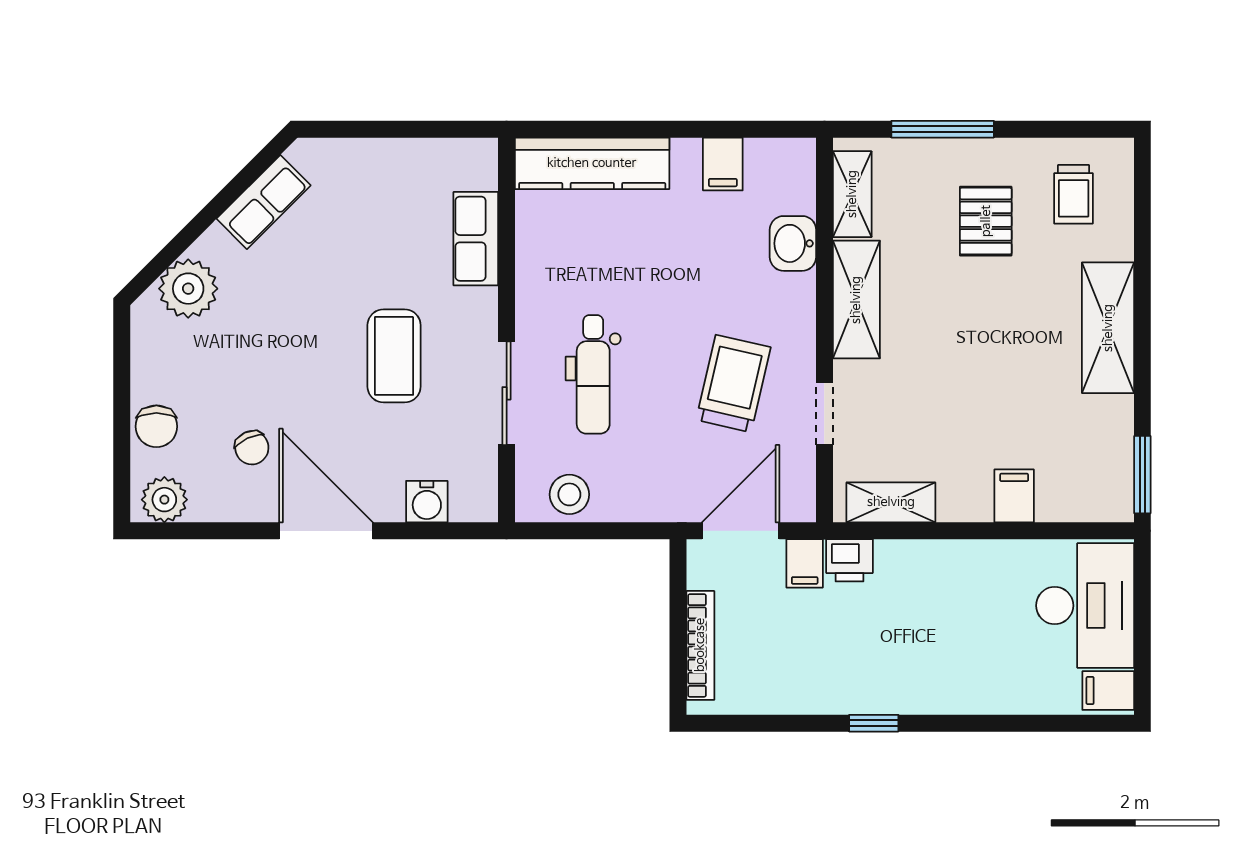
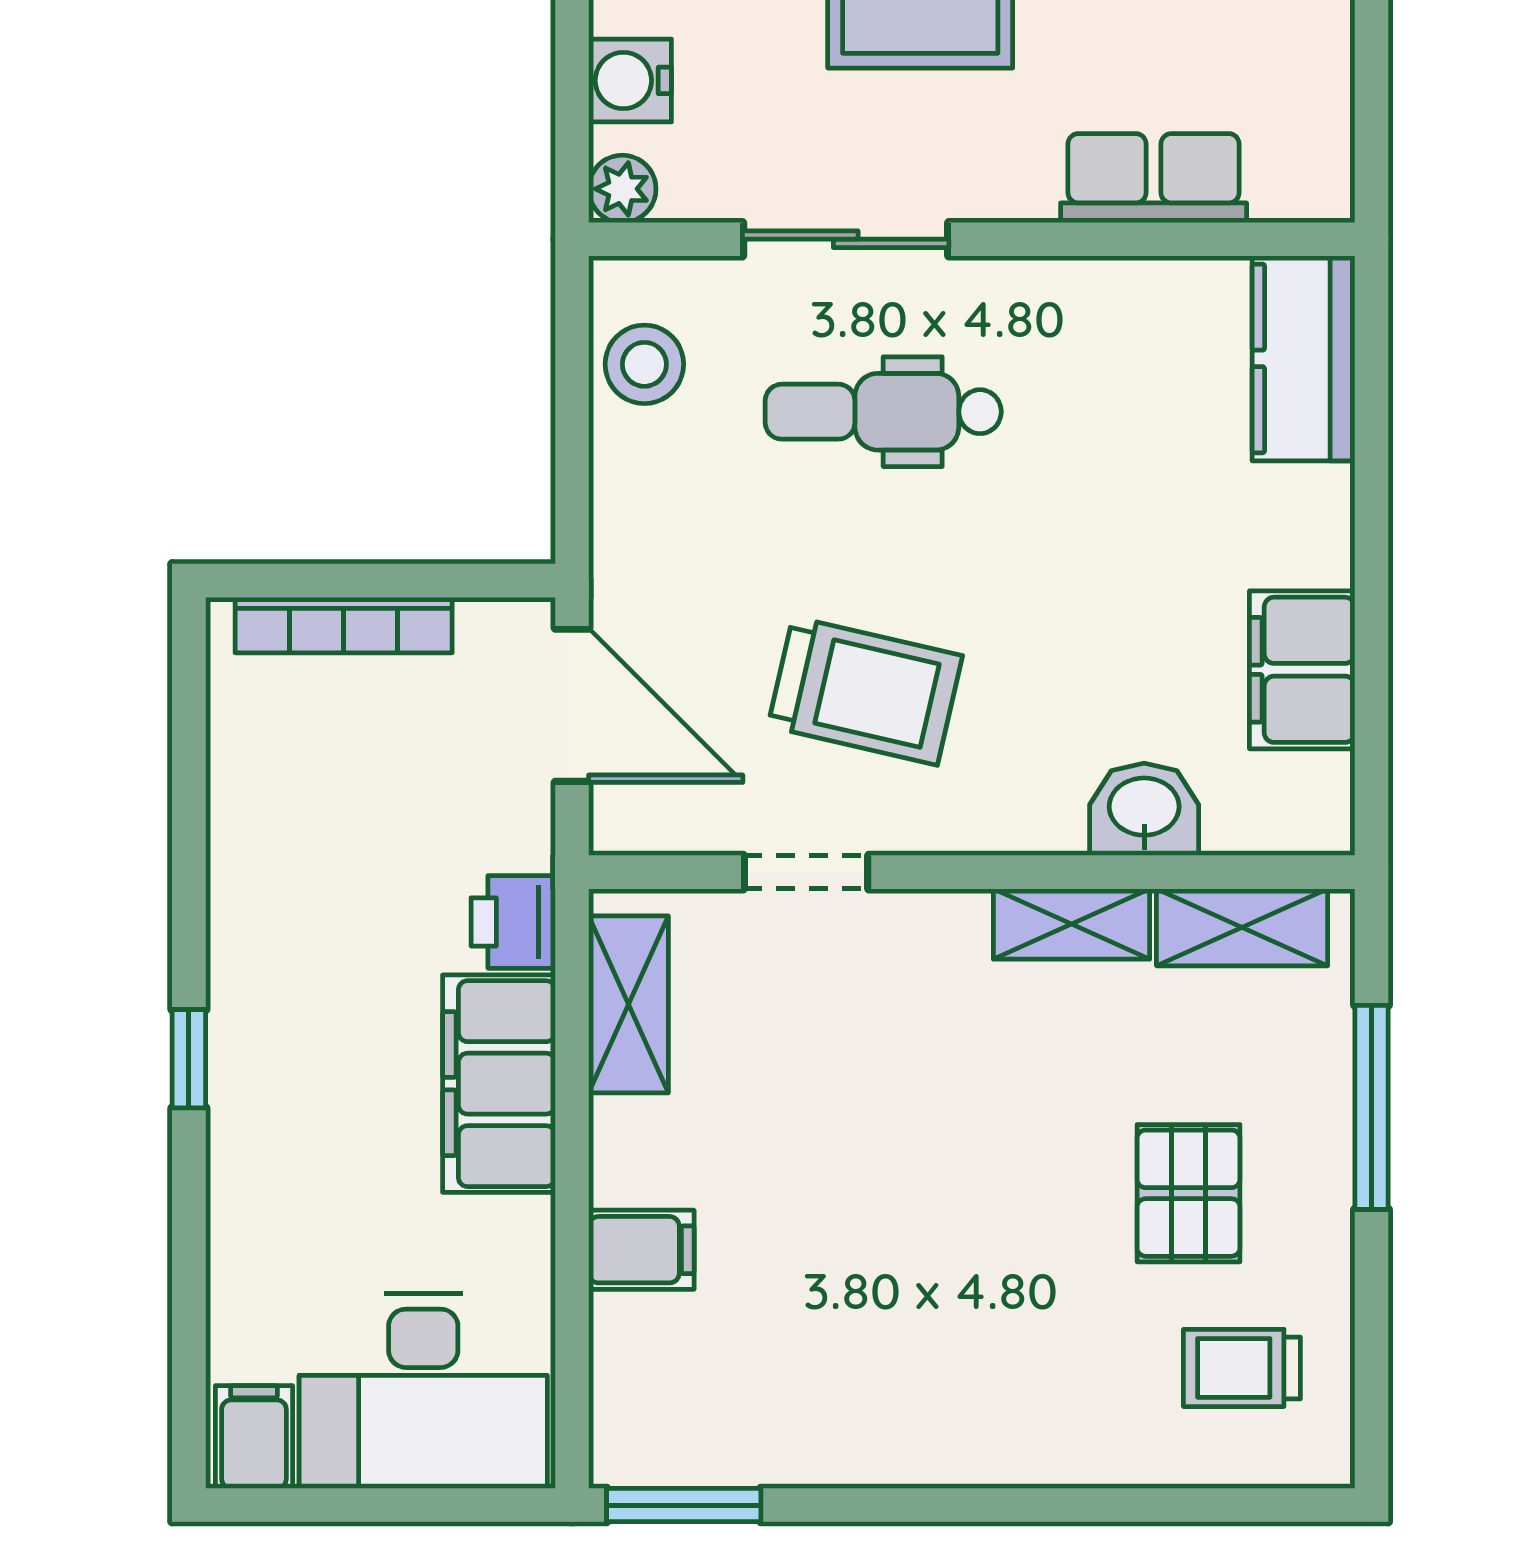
kitchen counter: (592, 163) -> (1303, 358), width x0.67
filing cabinet: (723, 164) -> (1302, 670), width x2.00
pallet: (986, 221) -> (1189, 1193), turned 90
shelving: (856, 300) -> (1072, 924), width x0.67, depth x0.75
shelving: (1108, 328) -> (976, 1436), removed
plant: (481, 506) -> (622, 189), added
filing cabinet: (805, 563) -> (499, 1084), moved, width x3.00, depth x1.17
window: (874, 723) -> (189, 1059), moved

